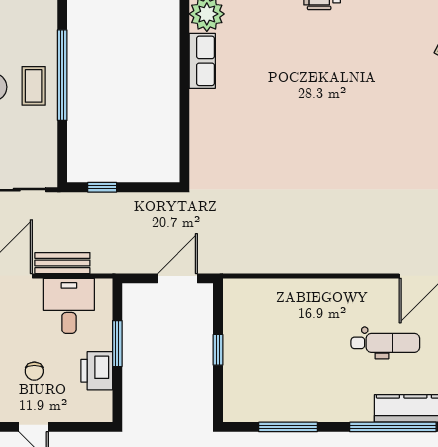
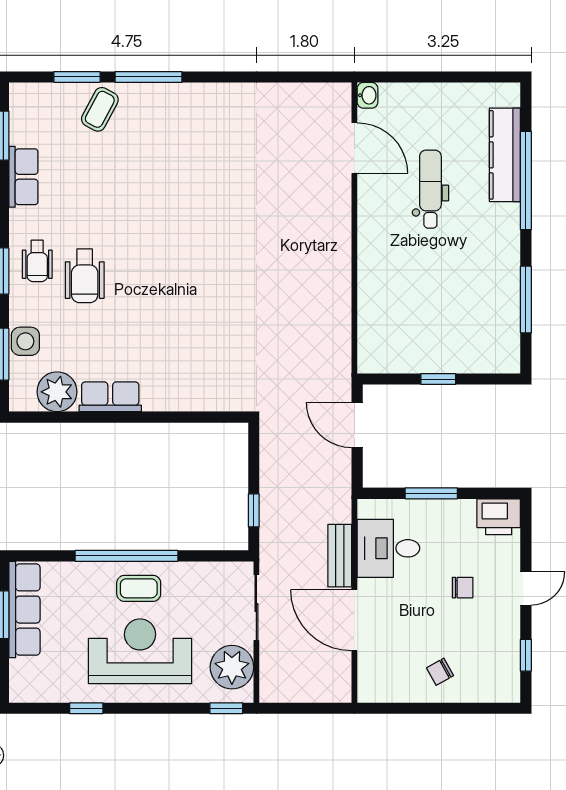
wheelchair: (309, 38) -> (85, 276), added
printer: (97, 371) -> (499, 517), moved

